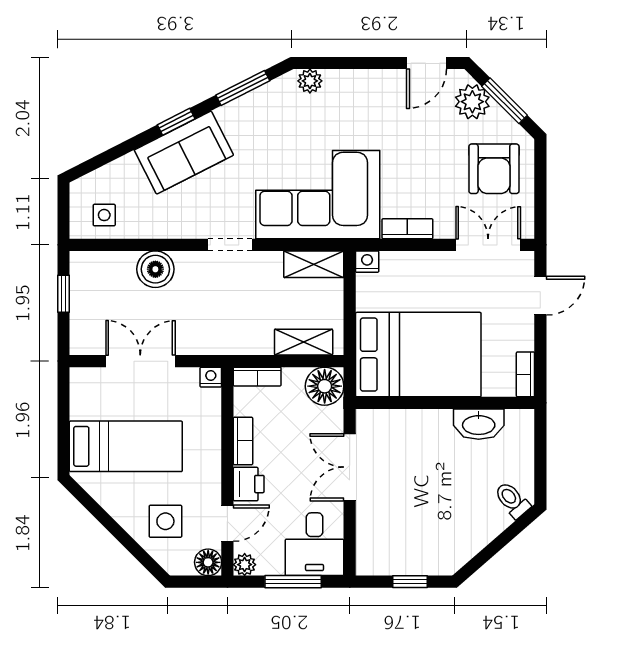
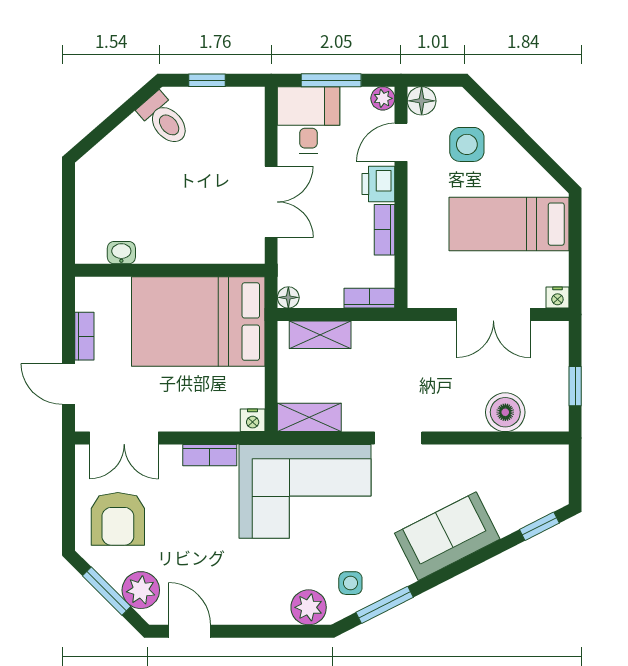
door: (426, 63) -> (190, 631), hinge flipped
plant: (310, 81) -> (309, 607), width x1.38, depth x1.38
window: (176, 122) -> (539, 526), moved
armchair: (494, 169) -> (118, 519), turned 180
side table: (104, 215) -> (350, 583), moved
boiler: (155, 269) -> (505, 412), moved
door: (540, 296) -> (68, 384), hinge flipped
bookcase: (525, 374) -> (84, 336), moved
nightstand: (211, 377) -> (557, 298), moved
floor lamp: (325, 386) -> (288, 297), width x0.53, depth x0.53
washbasin: (479, 424) -> (121, 253), width x0.52, depth x0.69
toilet: (512, 500) -> (164, 119), moved, width x1.37, depth x1.39

